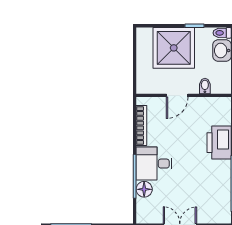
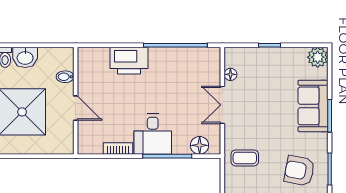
bookcase: (141, 126) -> (118, 148), width x0.64
floor lamp: (144, 189) -> (200, 145), moved

